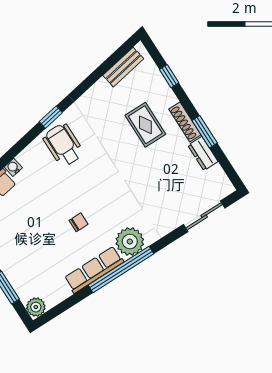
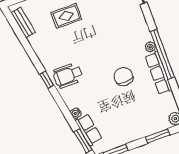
chair: (79, 222) -> (123, 76), width x1.87, depth x1.87
plant: (130, 242) -> (150, 47), width x0.53, depth x0.53

